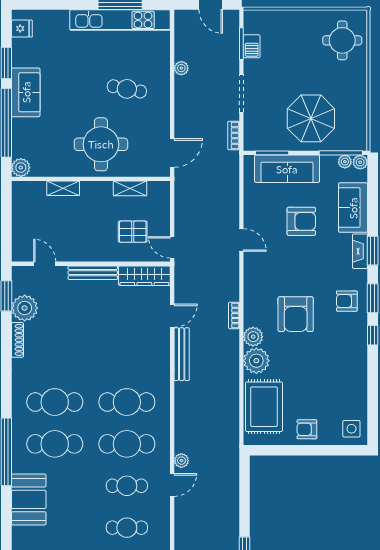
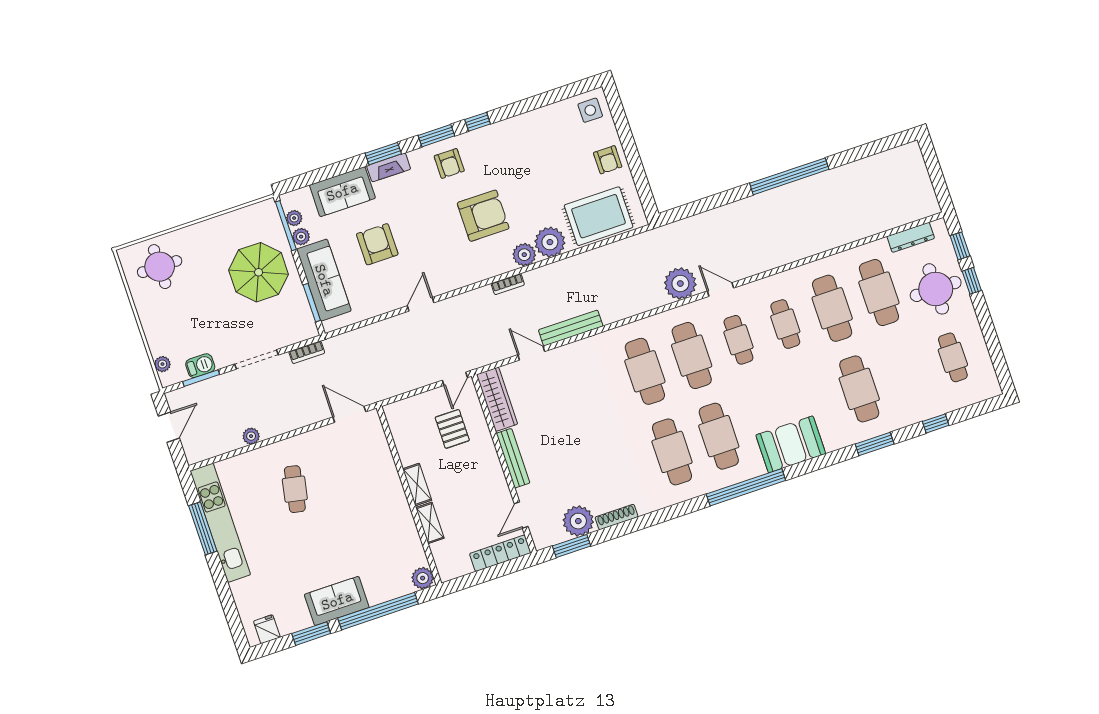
plant: (263, 16) -> (162, 364), added
round table: (101, 144) -> (367, 497), removed
plant: (360, 162) -> (301, 237), moved
shelving: (130, 188) -> (417, 485), moved
locker: (20, 237) -> (500, 553), added
plant: (181, 461) -> (680, 284), width x1.88, depth x1.88

